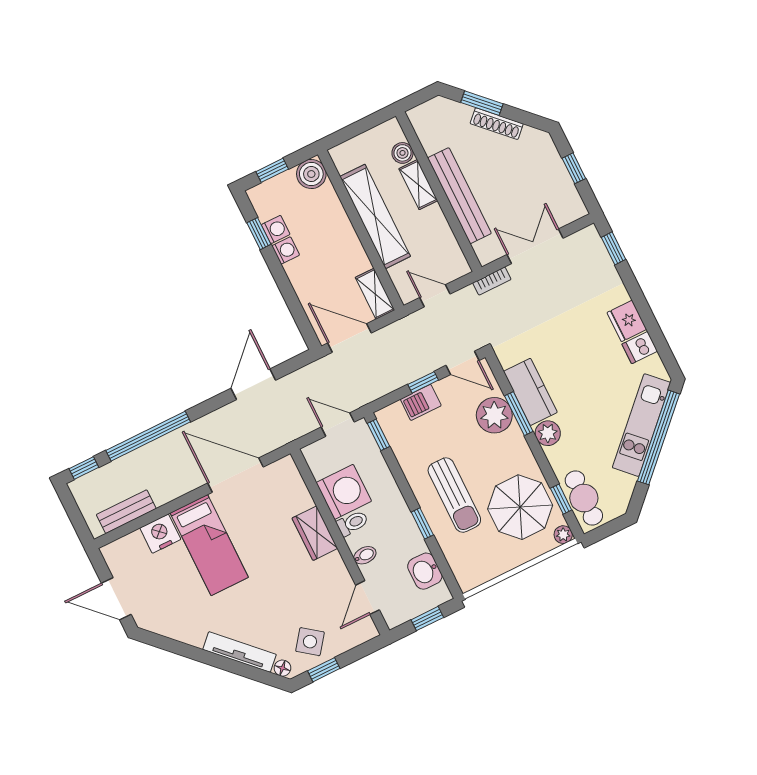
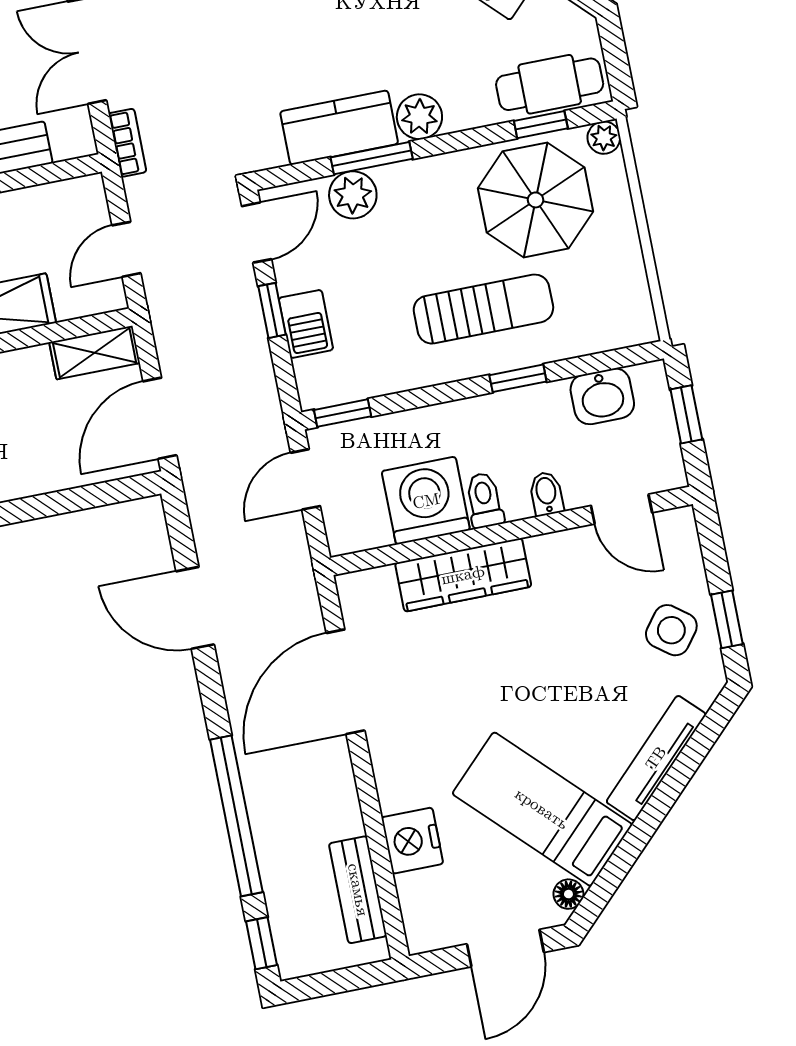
plant: (494, 415) -> (353, 195), width x0.73, depth x0.73
wardrobe: (315, 533) -> (463, 575), width x1.50
bed: (209, 545) -> (542, 809), moved, turned -135
floor lamp: (282, 668) -> (568, 894), moved

